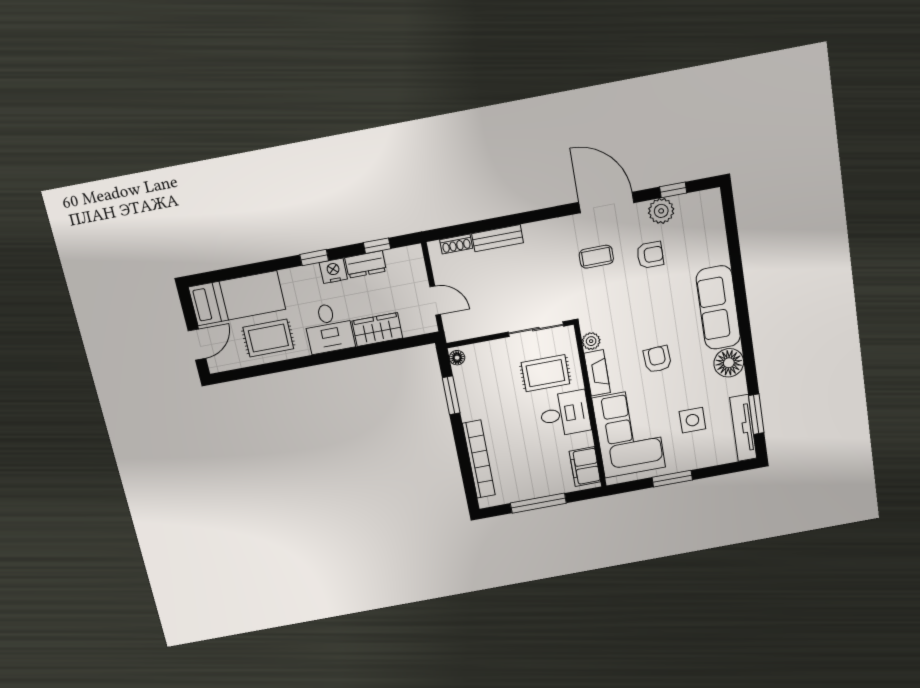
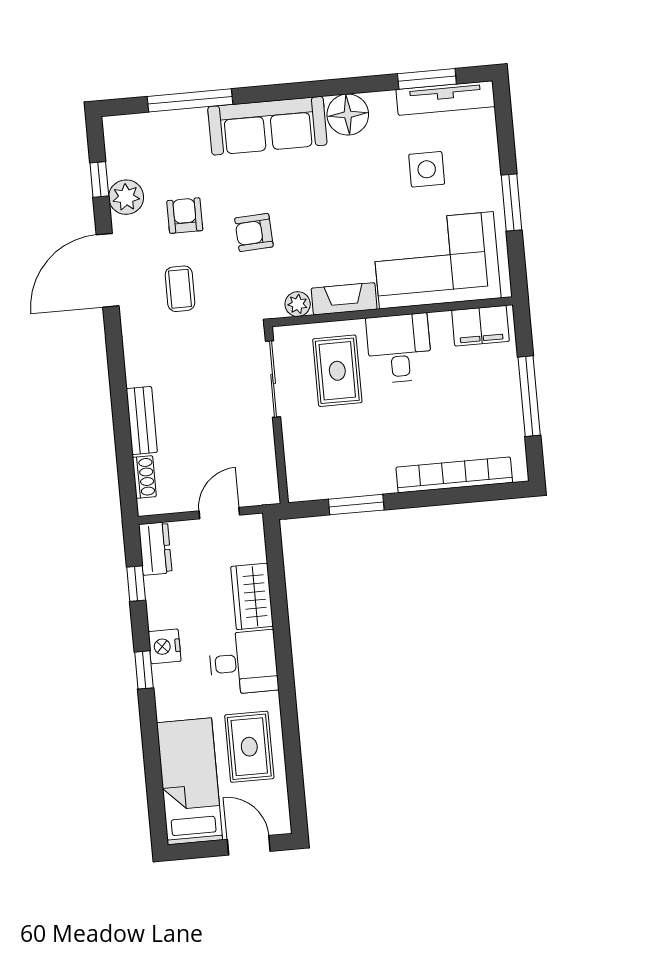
window: (734, 251) -> (190, 100), added
dresser: (366, 264) -> (155, 549), moved
floor lamp: (457, 358) -> (303, 491), removed
armchair: (657, 359) -> (254, 232), moved

